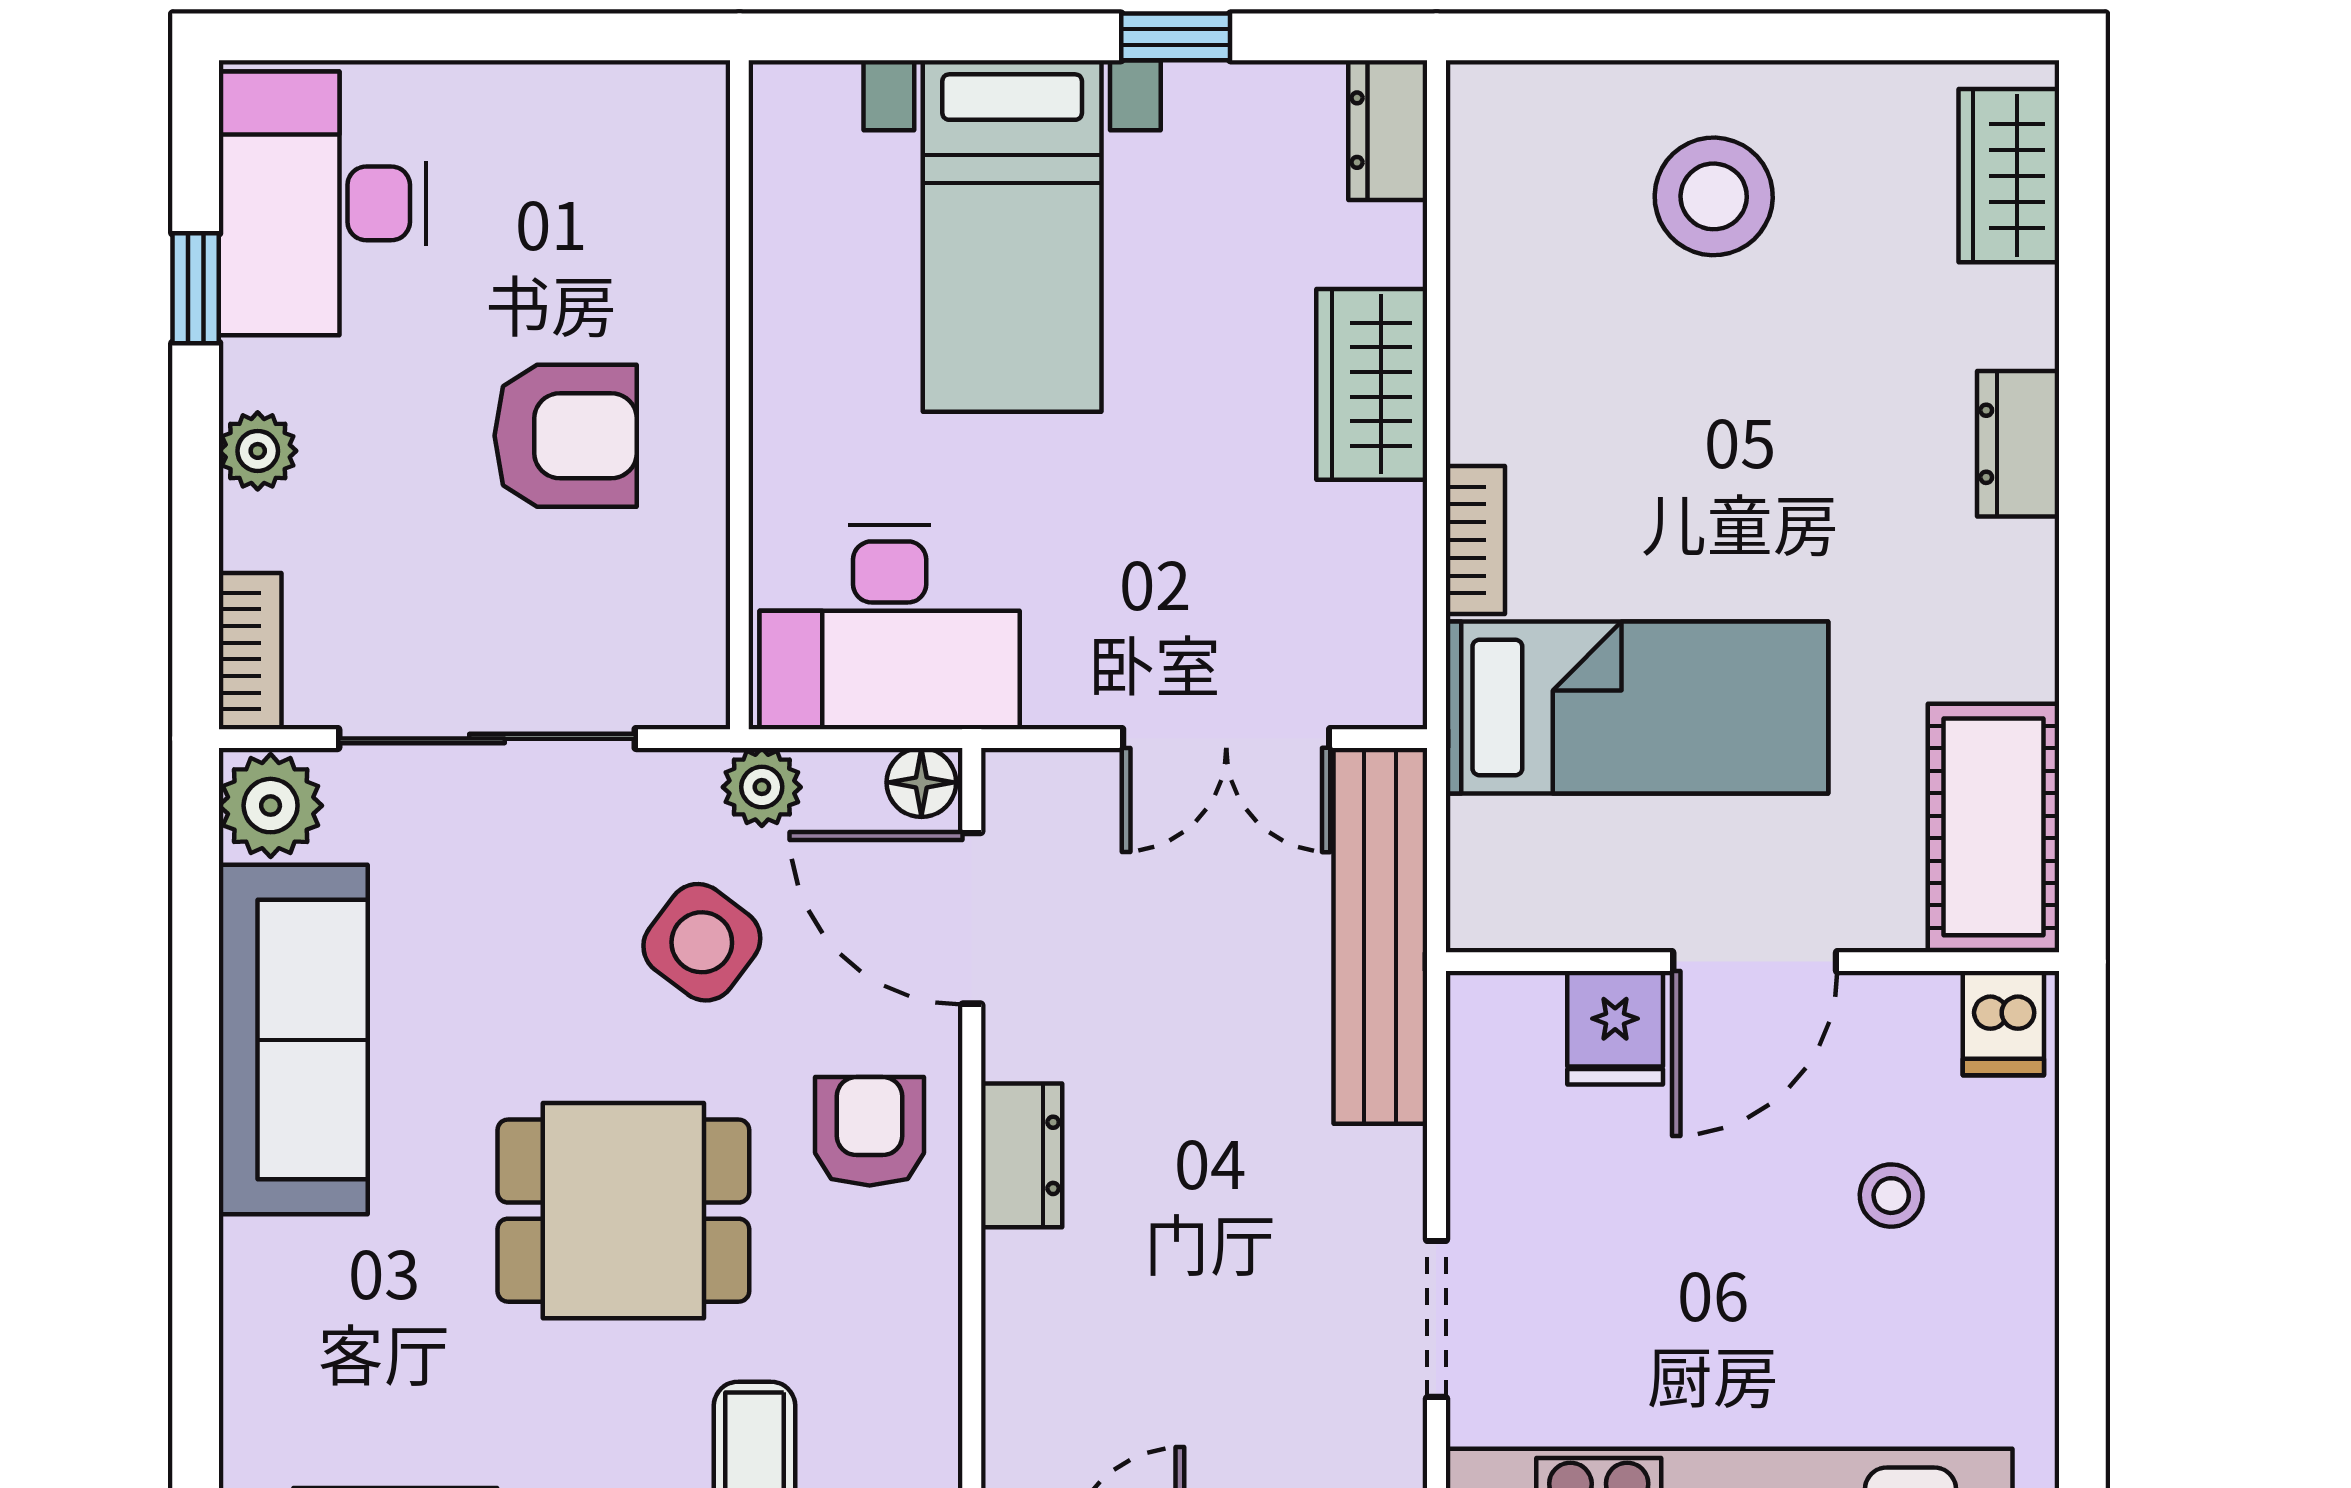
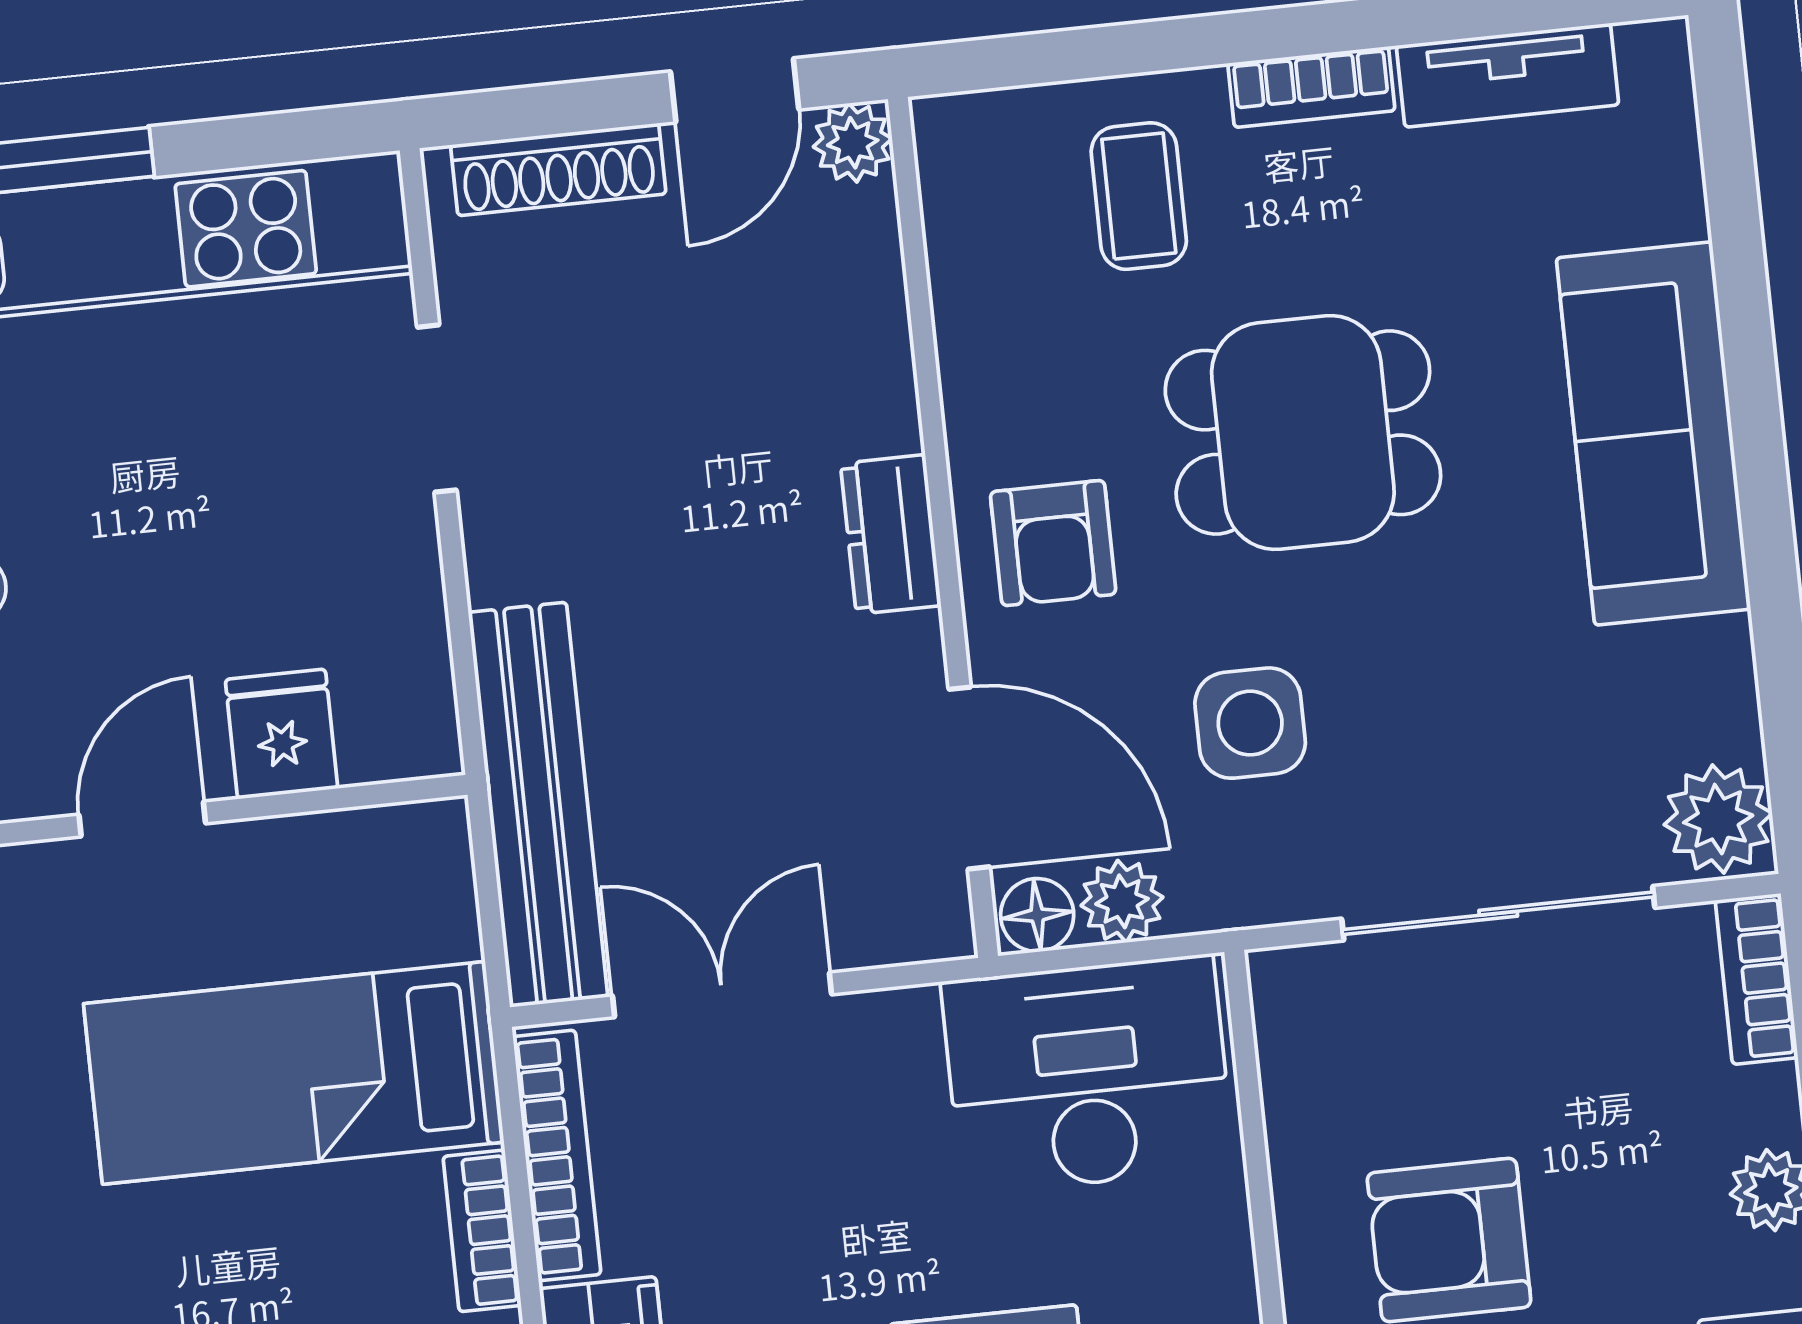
bookcase: (1397, 604) -> (557, 1155), added
plant: (762, 787) -> (1122, 901), moved
side table: (702, 942) -> (1250, 723), turned -37
door: (1755, 962) -> (142, 819), width x0.73
sofa: (293, 1040) -> (1653, 433), moved

